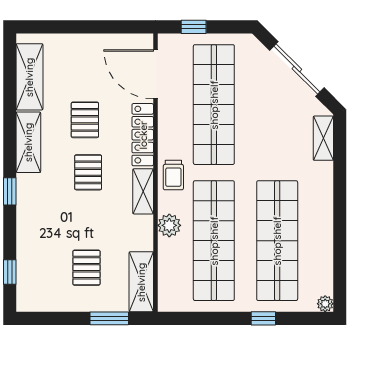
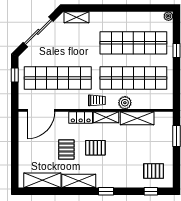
window: (194, 27) -> (15, 75), moved
pallet: (85, 120) -> (66, 150), turned 90
locker: (143, 135) -> (81, 117), width x0.66
pallet: (86, 268) -> (154, 171), moved
shelving: (141, 282) -> (137, 118), moved

